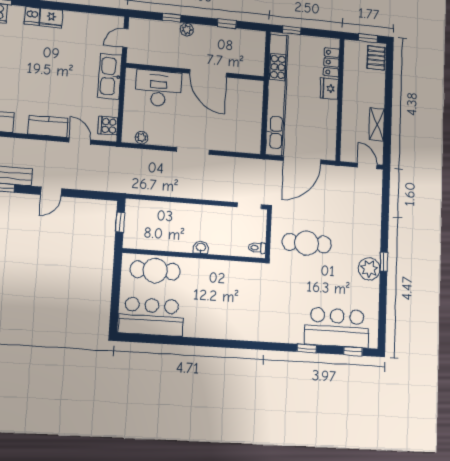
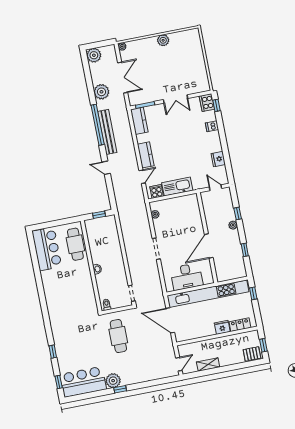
fridge: (51, 18) -> (218, 159), moved
kitchen sink: (110, 76) -> (177, 187), moved
desk: (158, 88) -> (186, 277), moved, turned 90
bar counter: (337, 327) -> (83, 382), moved, turned -90

